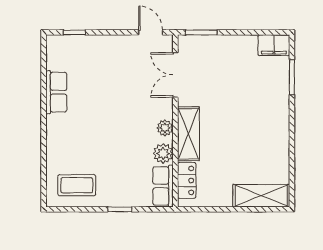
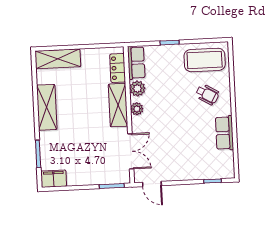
shelving: (278, 135) -> (47, 107), added
wheelchair: (76, 142) -> (207, 94), added
coffee table: (77, 185) -> (205, 60), width x1.36, depth x1.32

